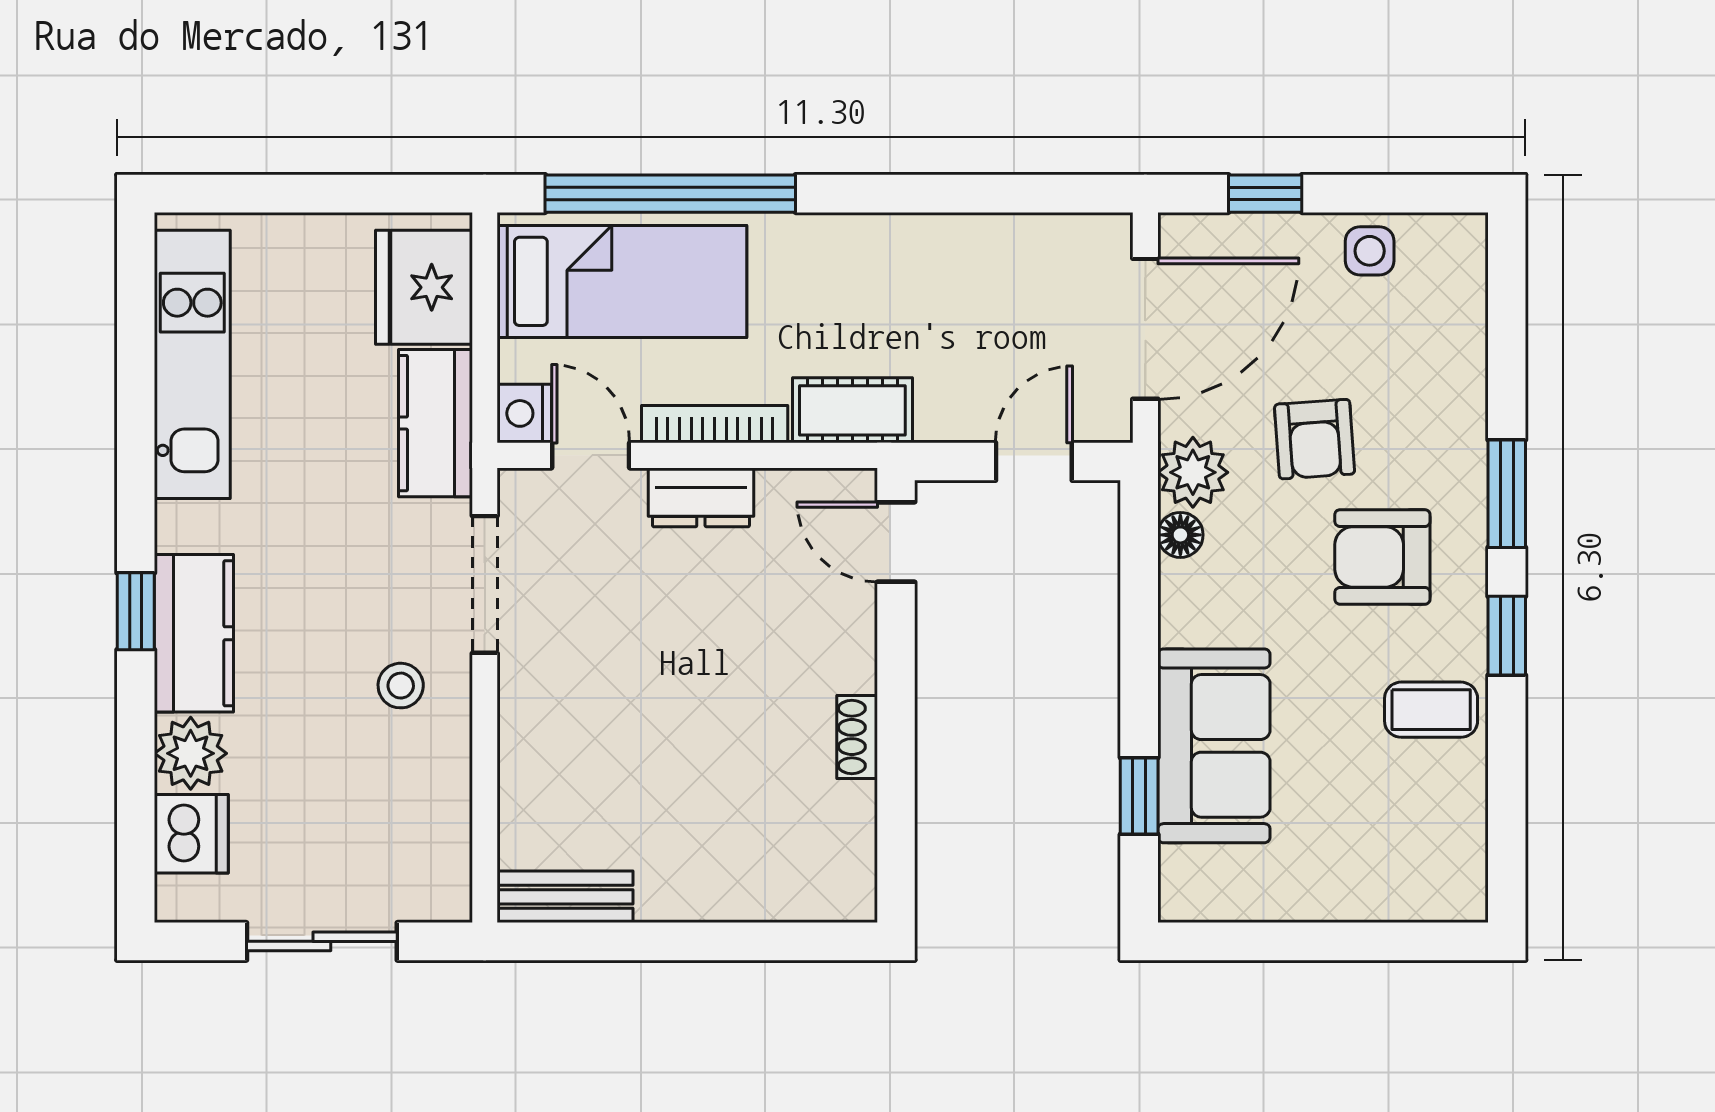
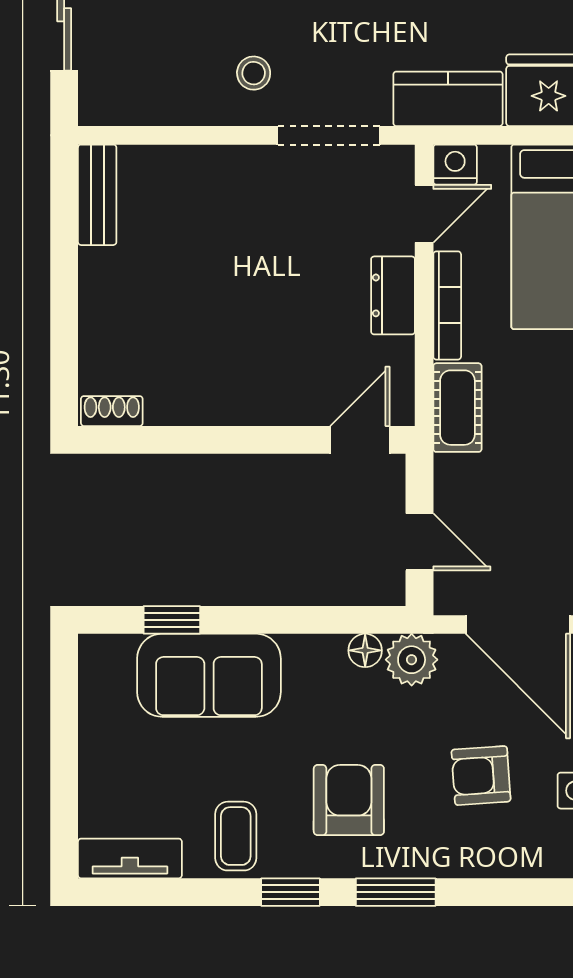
armchair: (1315, 439) -> (481, 776), moved
shoe rack: (857, 737) -> (112, 411), moved
tv unit: (1461, 853) -> (130, 858), added

